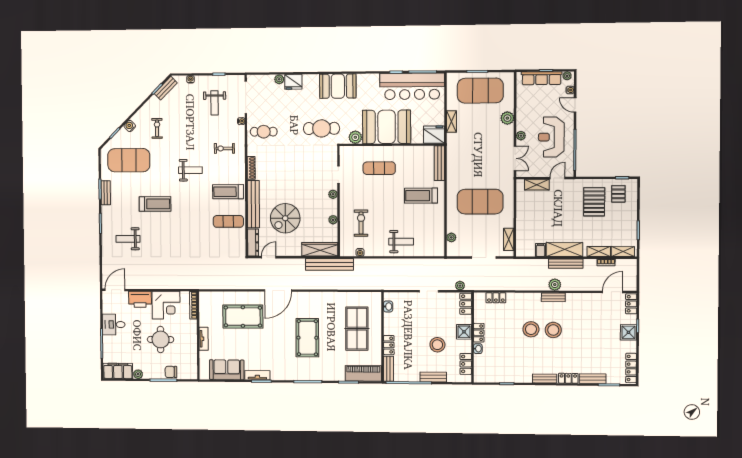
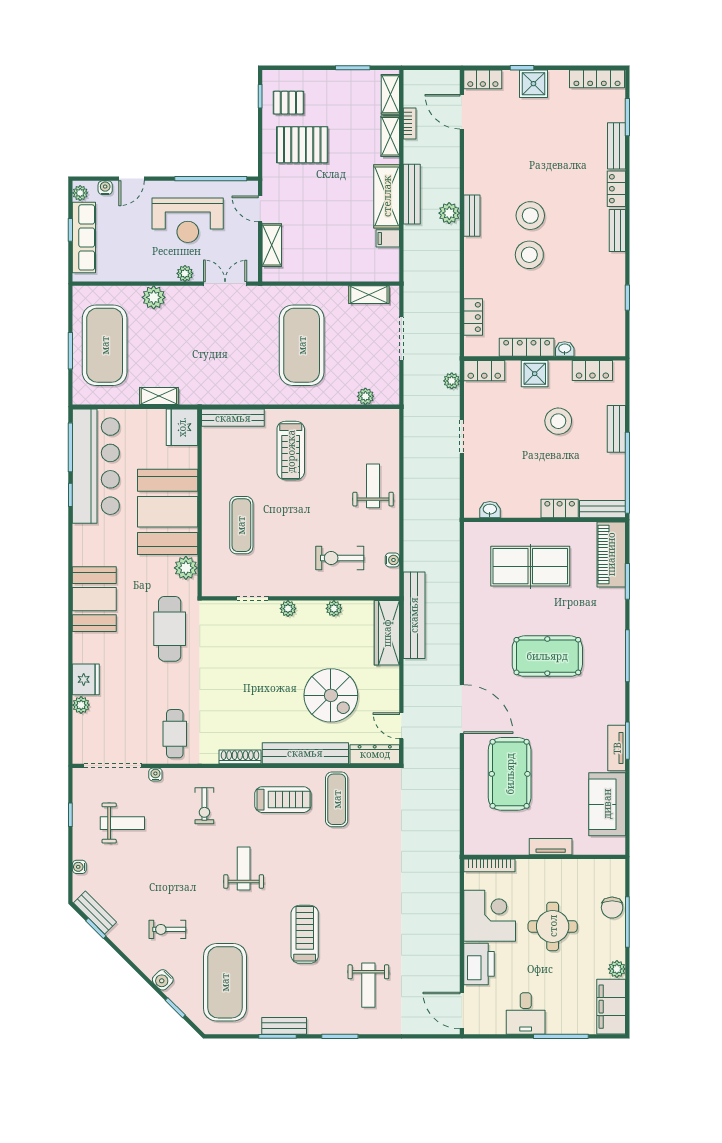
treadmill: (228, 192) -> (283, 800), turned -90
locker: (479, 333) -> (527, 347), width x1.53

